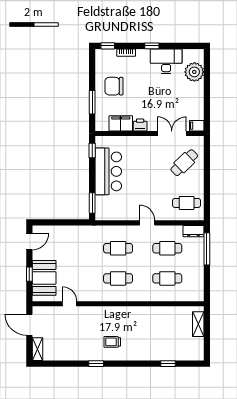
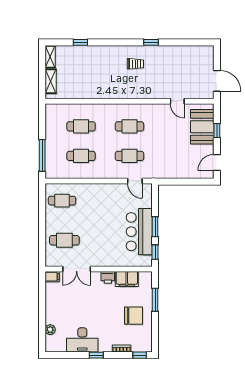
plant: (194, 72) -> (50, 330), width x0.53, depth x0.53
cafe table: (184, 163) -> (64, 240), turned 44
window: (92, 203) -> (155, 227), moved
door: (147, 223) -> (135, 181), moved
dresser: (194, 231) -> (55, 173), removed
shelving: (38, 349) -> (50, 57), moved

